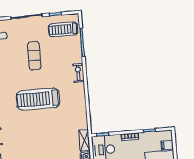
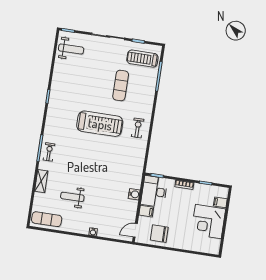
exercise mat: (34, 56) -> (121, 86), moved
exercise bike: (78, 73) -> (138, 128), moved
treadmill: (38, 99) -> (100, 124), turned 180
shelving: (84, 140) -> (137, 177), removed

